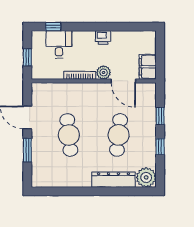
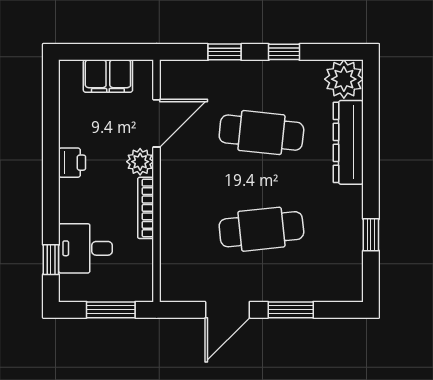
window: (27, 57) -> (111, 310), width x1.50
filing cabinet: (148, 67) -> (108, 76), moved
window: (66, 191) -> (371, 235), added

